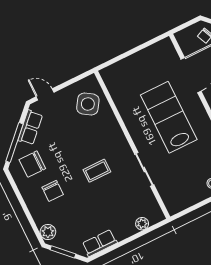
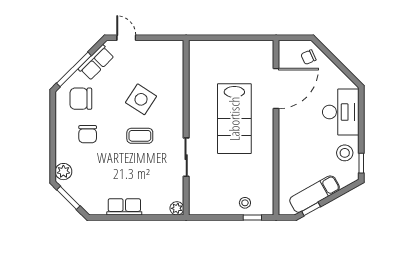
side table: (88, 104) -> (141, 99), moved
lab bench: (169, 117) -> (234, 119), turned 180
plant: (142, 224) -> (177, 208), moved
row of seats: (100, 243) -> (124, 207), moved

